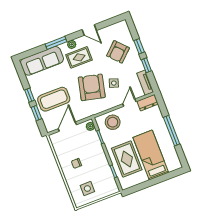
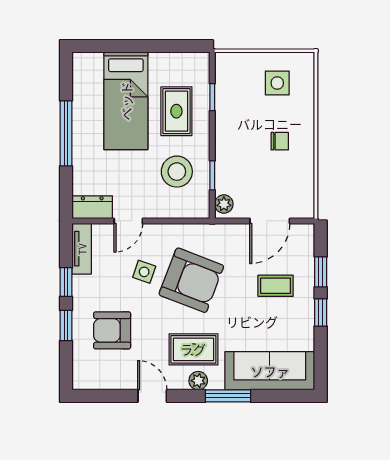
armchair: (118, 52) -> (112, 330), turned -137
armchair: (92, 87) -> (191, 280), turned -82
coffee table: (54, 99) -> (276, 286), width x0.54, depth x0.58
stool: (113, 122) -> (177, 172), moved
rug: (127, 159) -> (176, 111), width x0.73, depth x0.70

